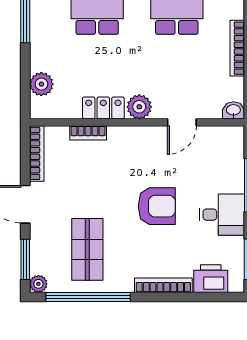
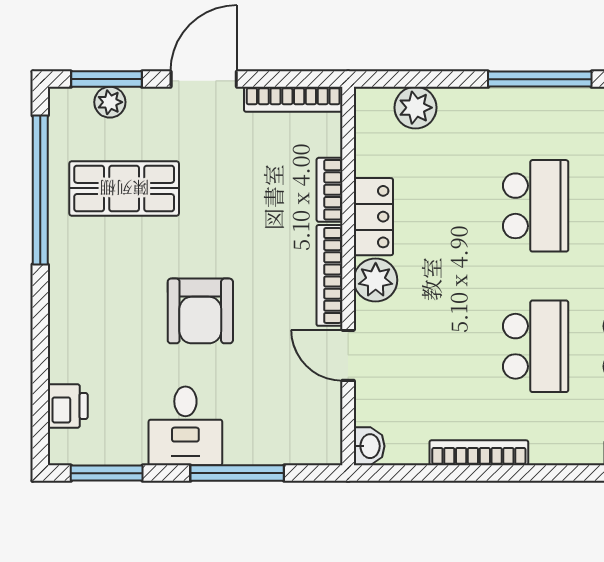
printer: (211, 279) -> (68, 406), width x0.73, depth x0.81
plant: (38, 284) -> (110, 102), moved
bookcase: (163, 285) -> (329, 275), moved, turned 180

